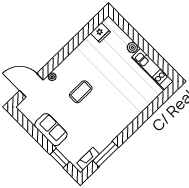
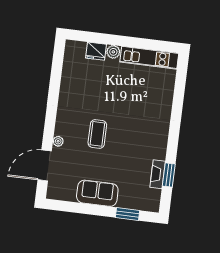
fridge: (100, 33) -> (96, 51), moved, turned 90
window: (106, 154) -> (169, 175), width x0.69
fireplace: (88, 159) -> (158, 174), moved

